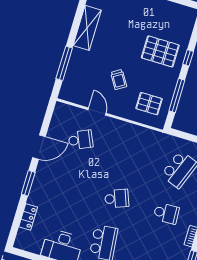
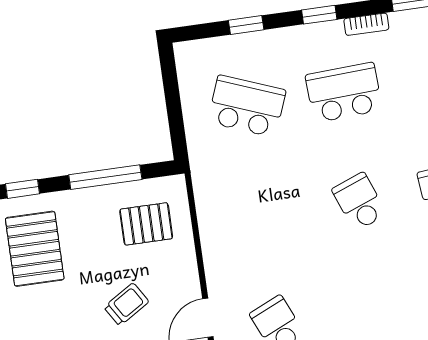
pallet: (149, 104) -> (146, 224), turned 90
school desk: (166, 213) -> (344, 92), width x1.85

